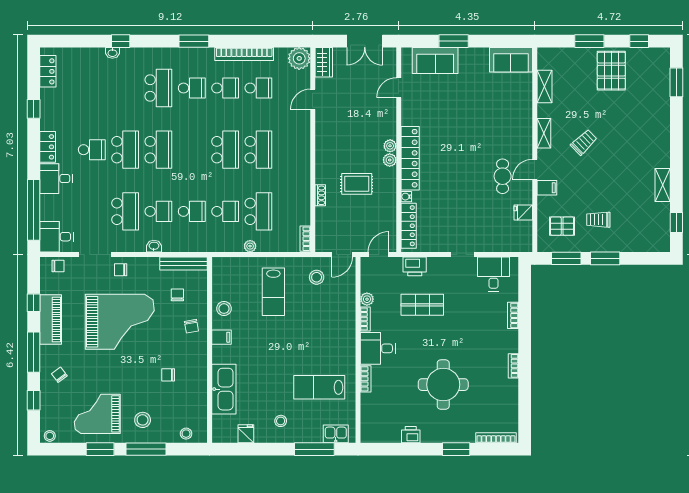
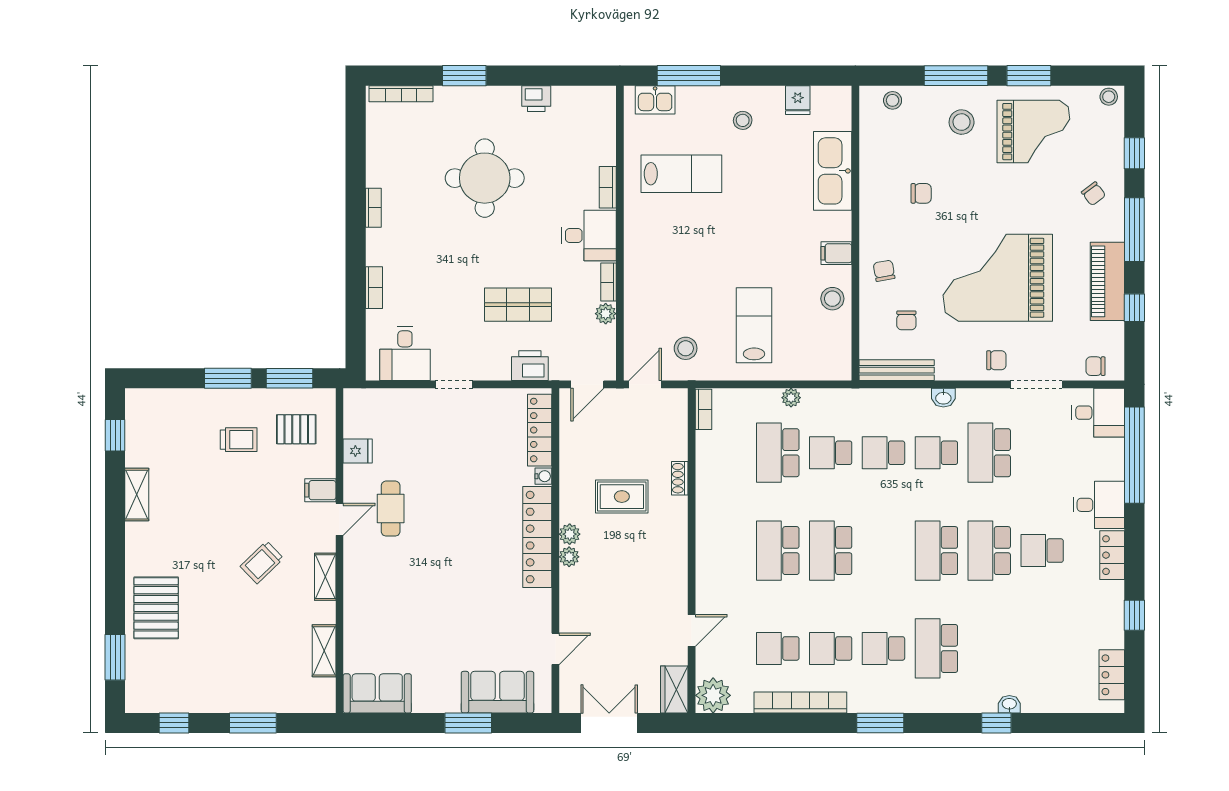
pallet: (611, 71) -> (156, 608), moved

